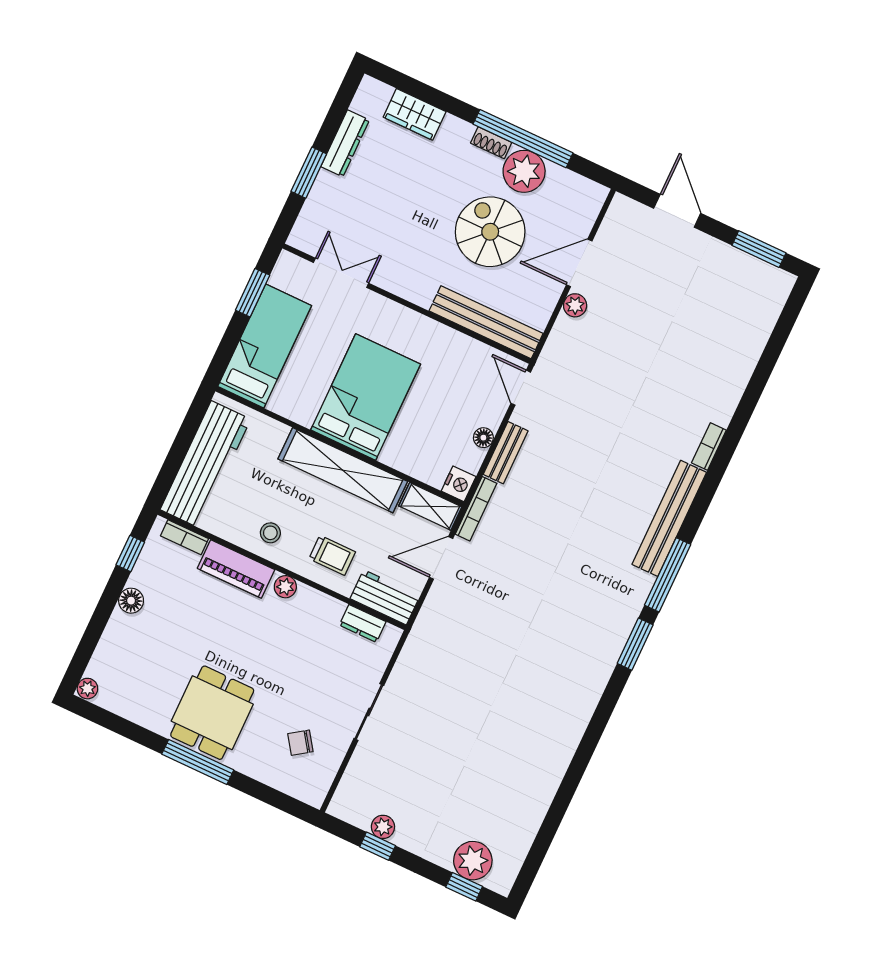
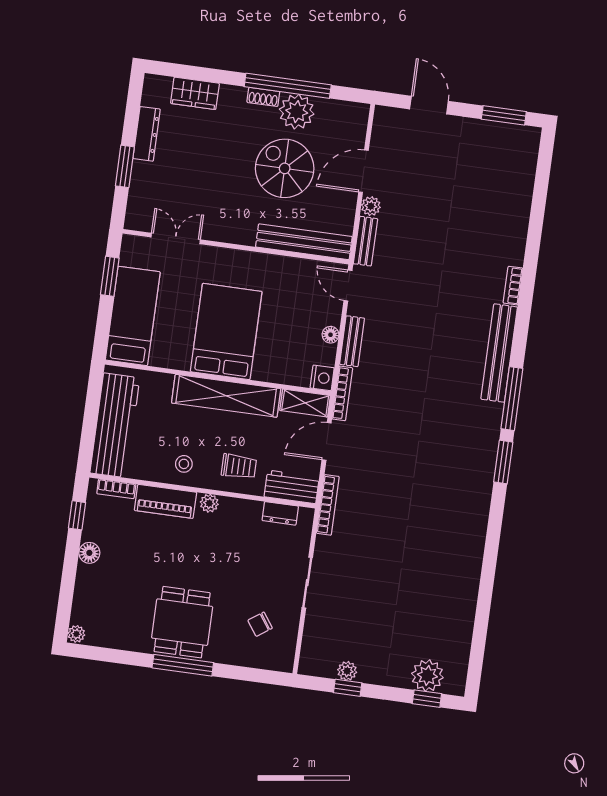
bench: (557, 343) -> (366, 241), added
bookcase: (420, 631) -> (328, 505), added

